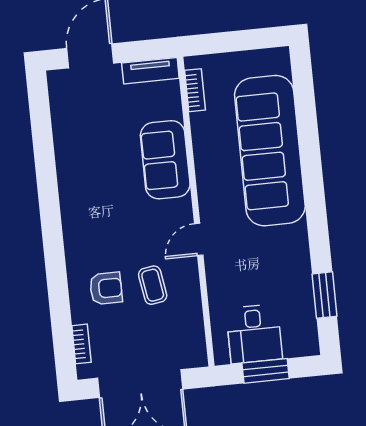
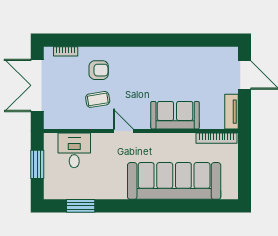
bookcase: (195, 90) -> (216, 138), width x1.56
armchair: (106, 288) -> (99, 70), turned -90
desk: (254, 334) -> (74, 150), moved, turned 90

